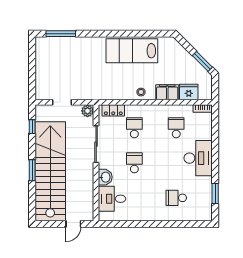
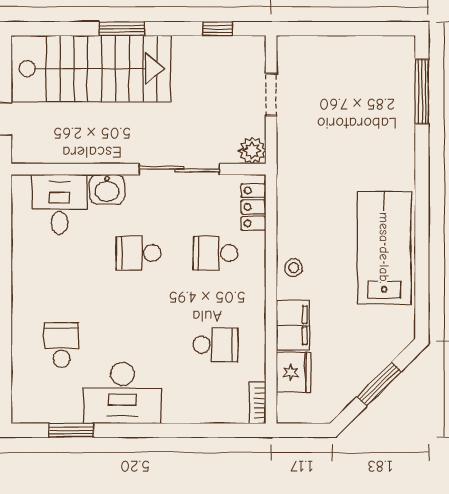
window: (202, 61) -> (379, 384), moved
school desk: (134, 128) -> (215, 253), turned 180
desk: (198, 158) -> (122, 393), moved
school desk: (134, 163) -> (138, 253), turned 180
stairs: (50, 171) -> (91, 69), width x0.73

